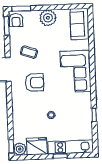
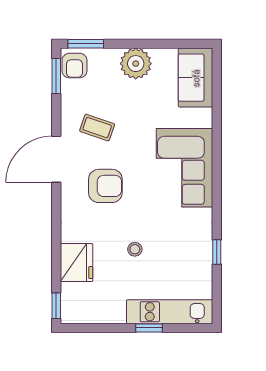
fridge: (37, 146) -> (77, 263), moved, turned 90
plant: (20, 149) -> (72, 312), removed

